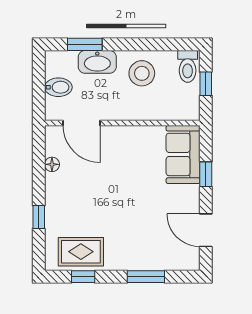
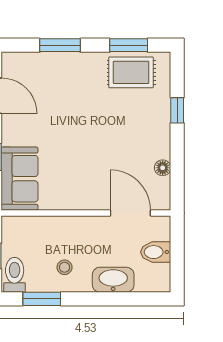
window: (85, 44) -> (42, 299), moved
stool: (142, 73) -> (65, 267), width x0.53, depth x0.53
window: (83, 277) -> (129, 45), width x1.50

